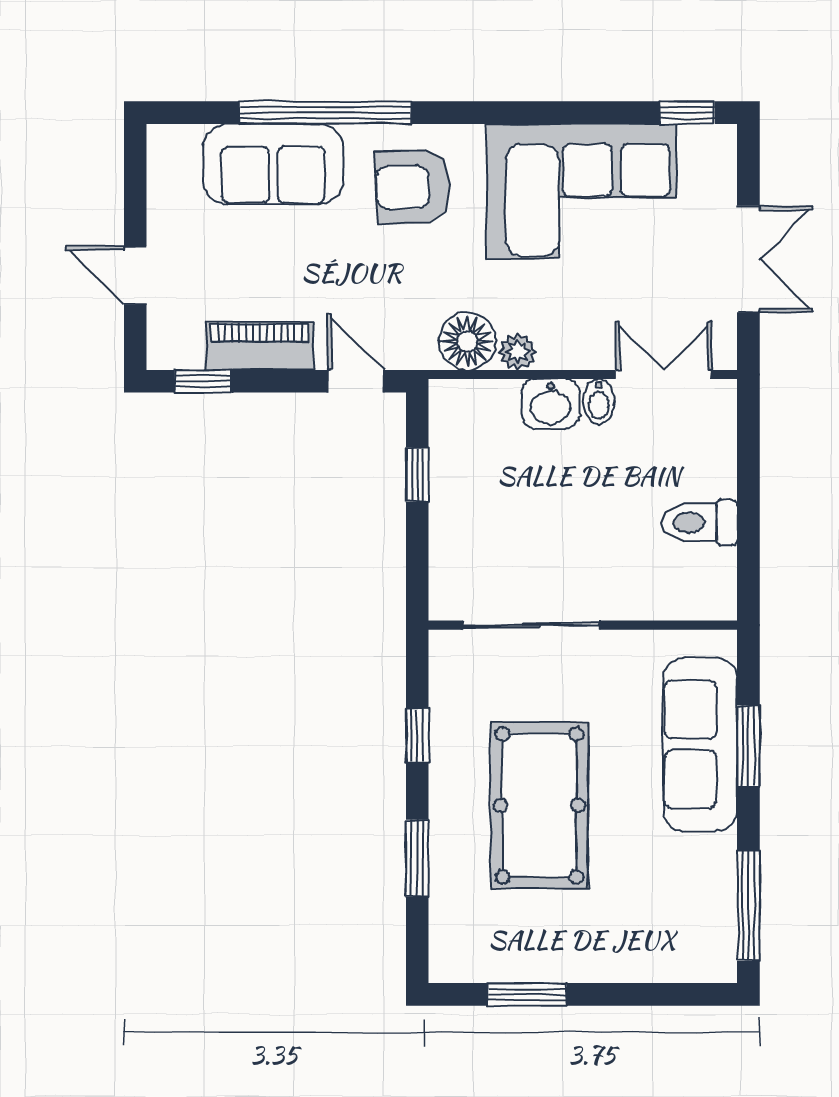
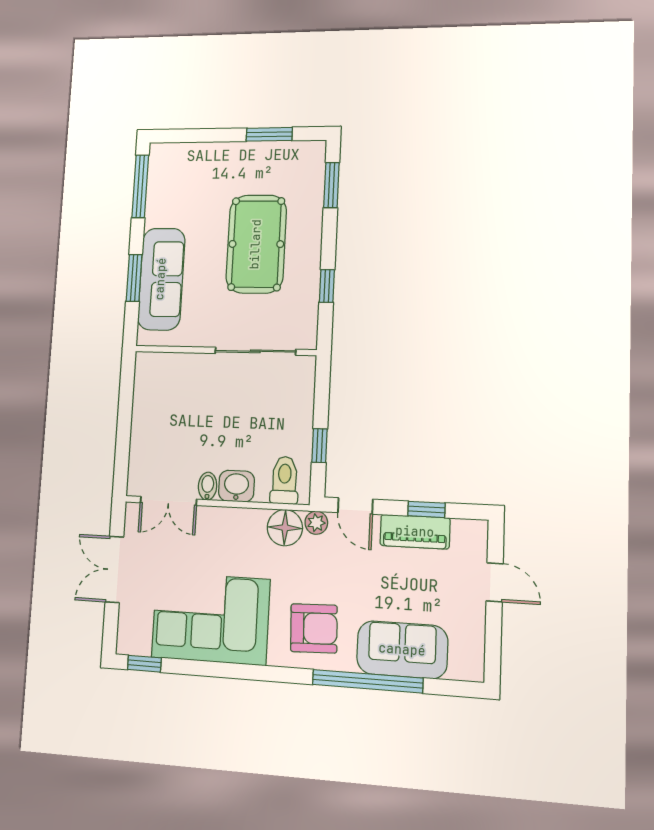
plant: (518, 352) -> (316, 523), moved
window: (203, 381) -> (427, 509), moved
toilet: (699, 523) -> (284, 480), moved, turned -90
window: (417, 858) -> (331, 185), moved

